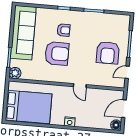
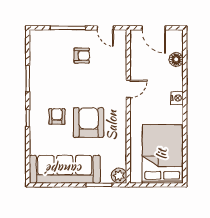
armchair: (108, 53) -> (82, 56), width x0.53, depth x0.53
floor lamp: (116, 125) -> (176, 59), moved

